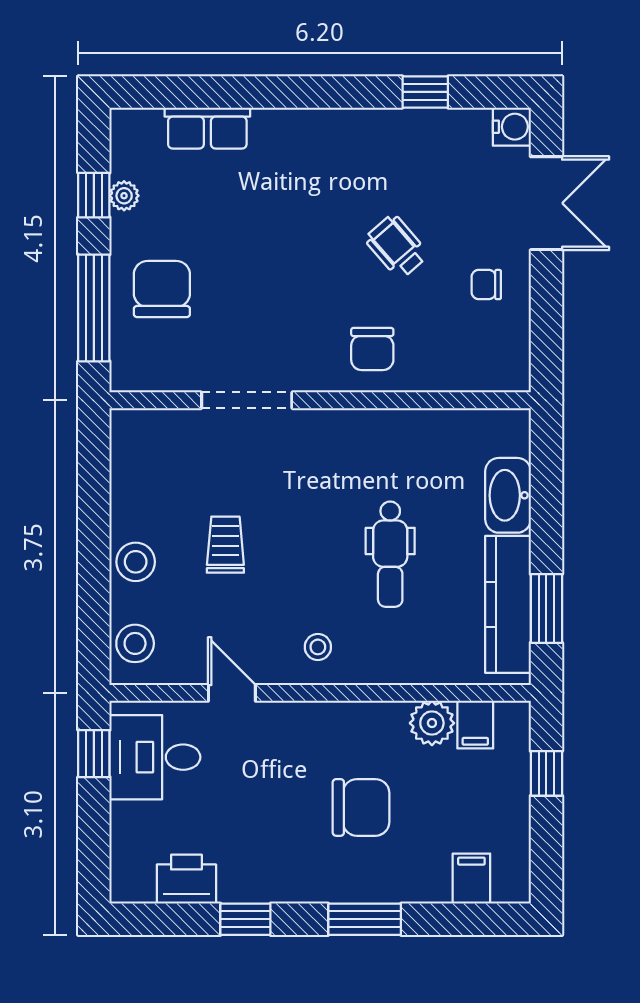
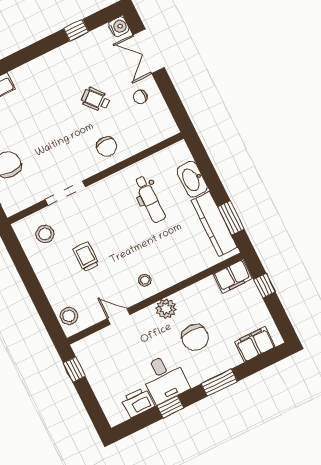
double door: (546, 203) -> (149, 51), swing flipped
dental chair: (390, 554) -> (150, 199), moved
stool: (136, 562) -> (45, 234), moved
plant: (432, 723) -> (166, 309), moved
filing cabinet: (475, 725) -> (233, 276), width x2.00
desk: (155, 757) -> (164, 379), moved, turned -90
chair: (361, 807) -> (195, 337), turned 90
filing cabinet: (471, 879) -> (255, 344), width x2.00

